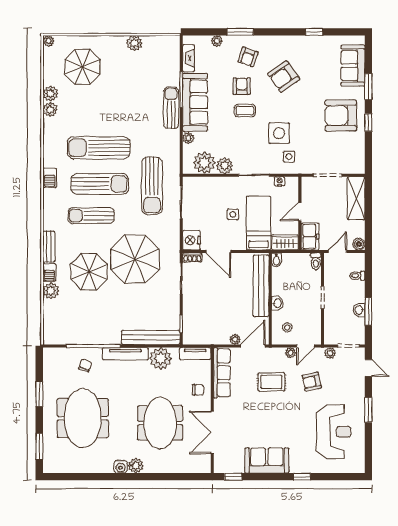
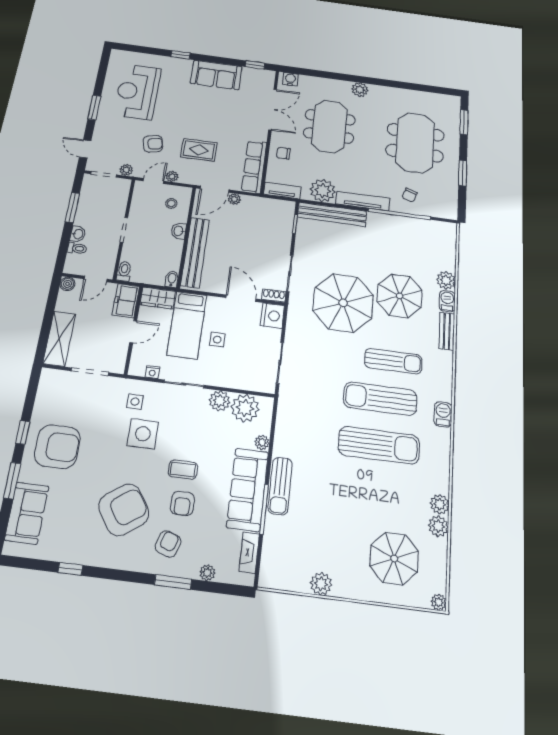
armchair: (284, 77) -> (124, 510), width x1.36, depth x1.36
sun lounger: (152, 186) -> (315, 388), removed
washbasin: (359, 310) -> (78, 234), moved
water cooler: (121, 467) -> (290, 79), moved

